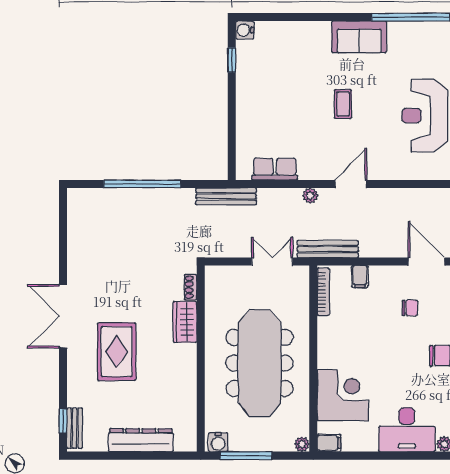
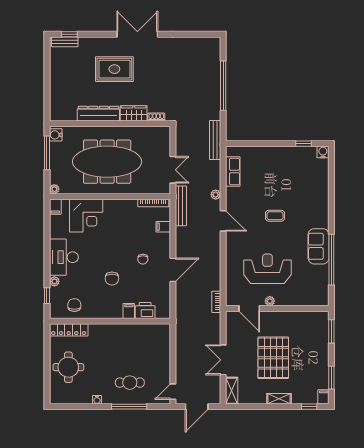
sofa: (359, 37) -> (319, 246), moved
dresser: (141, 440) -> (98, 114), moved, turned -90

